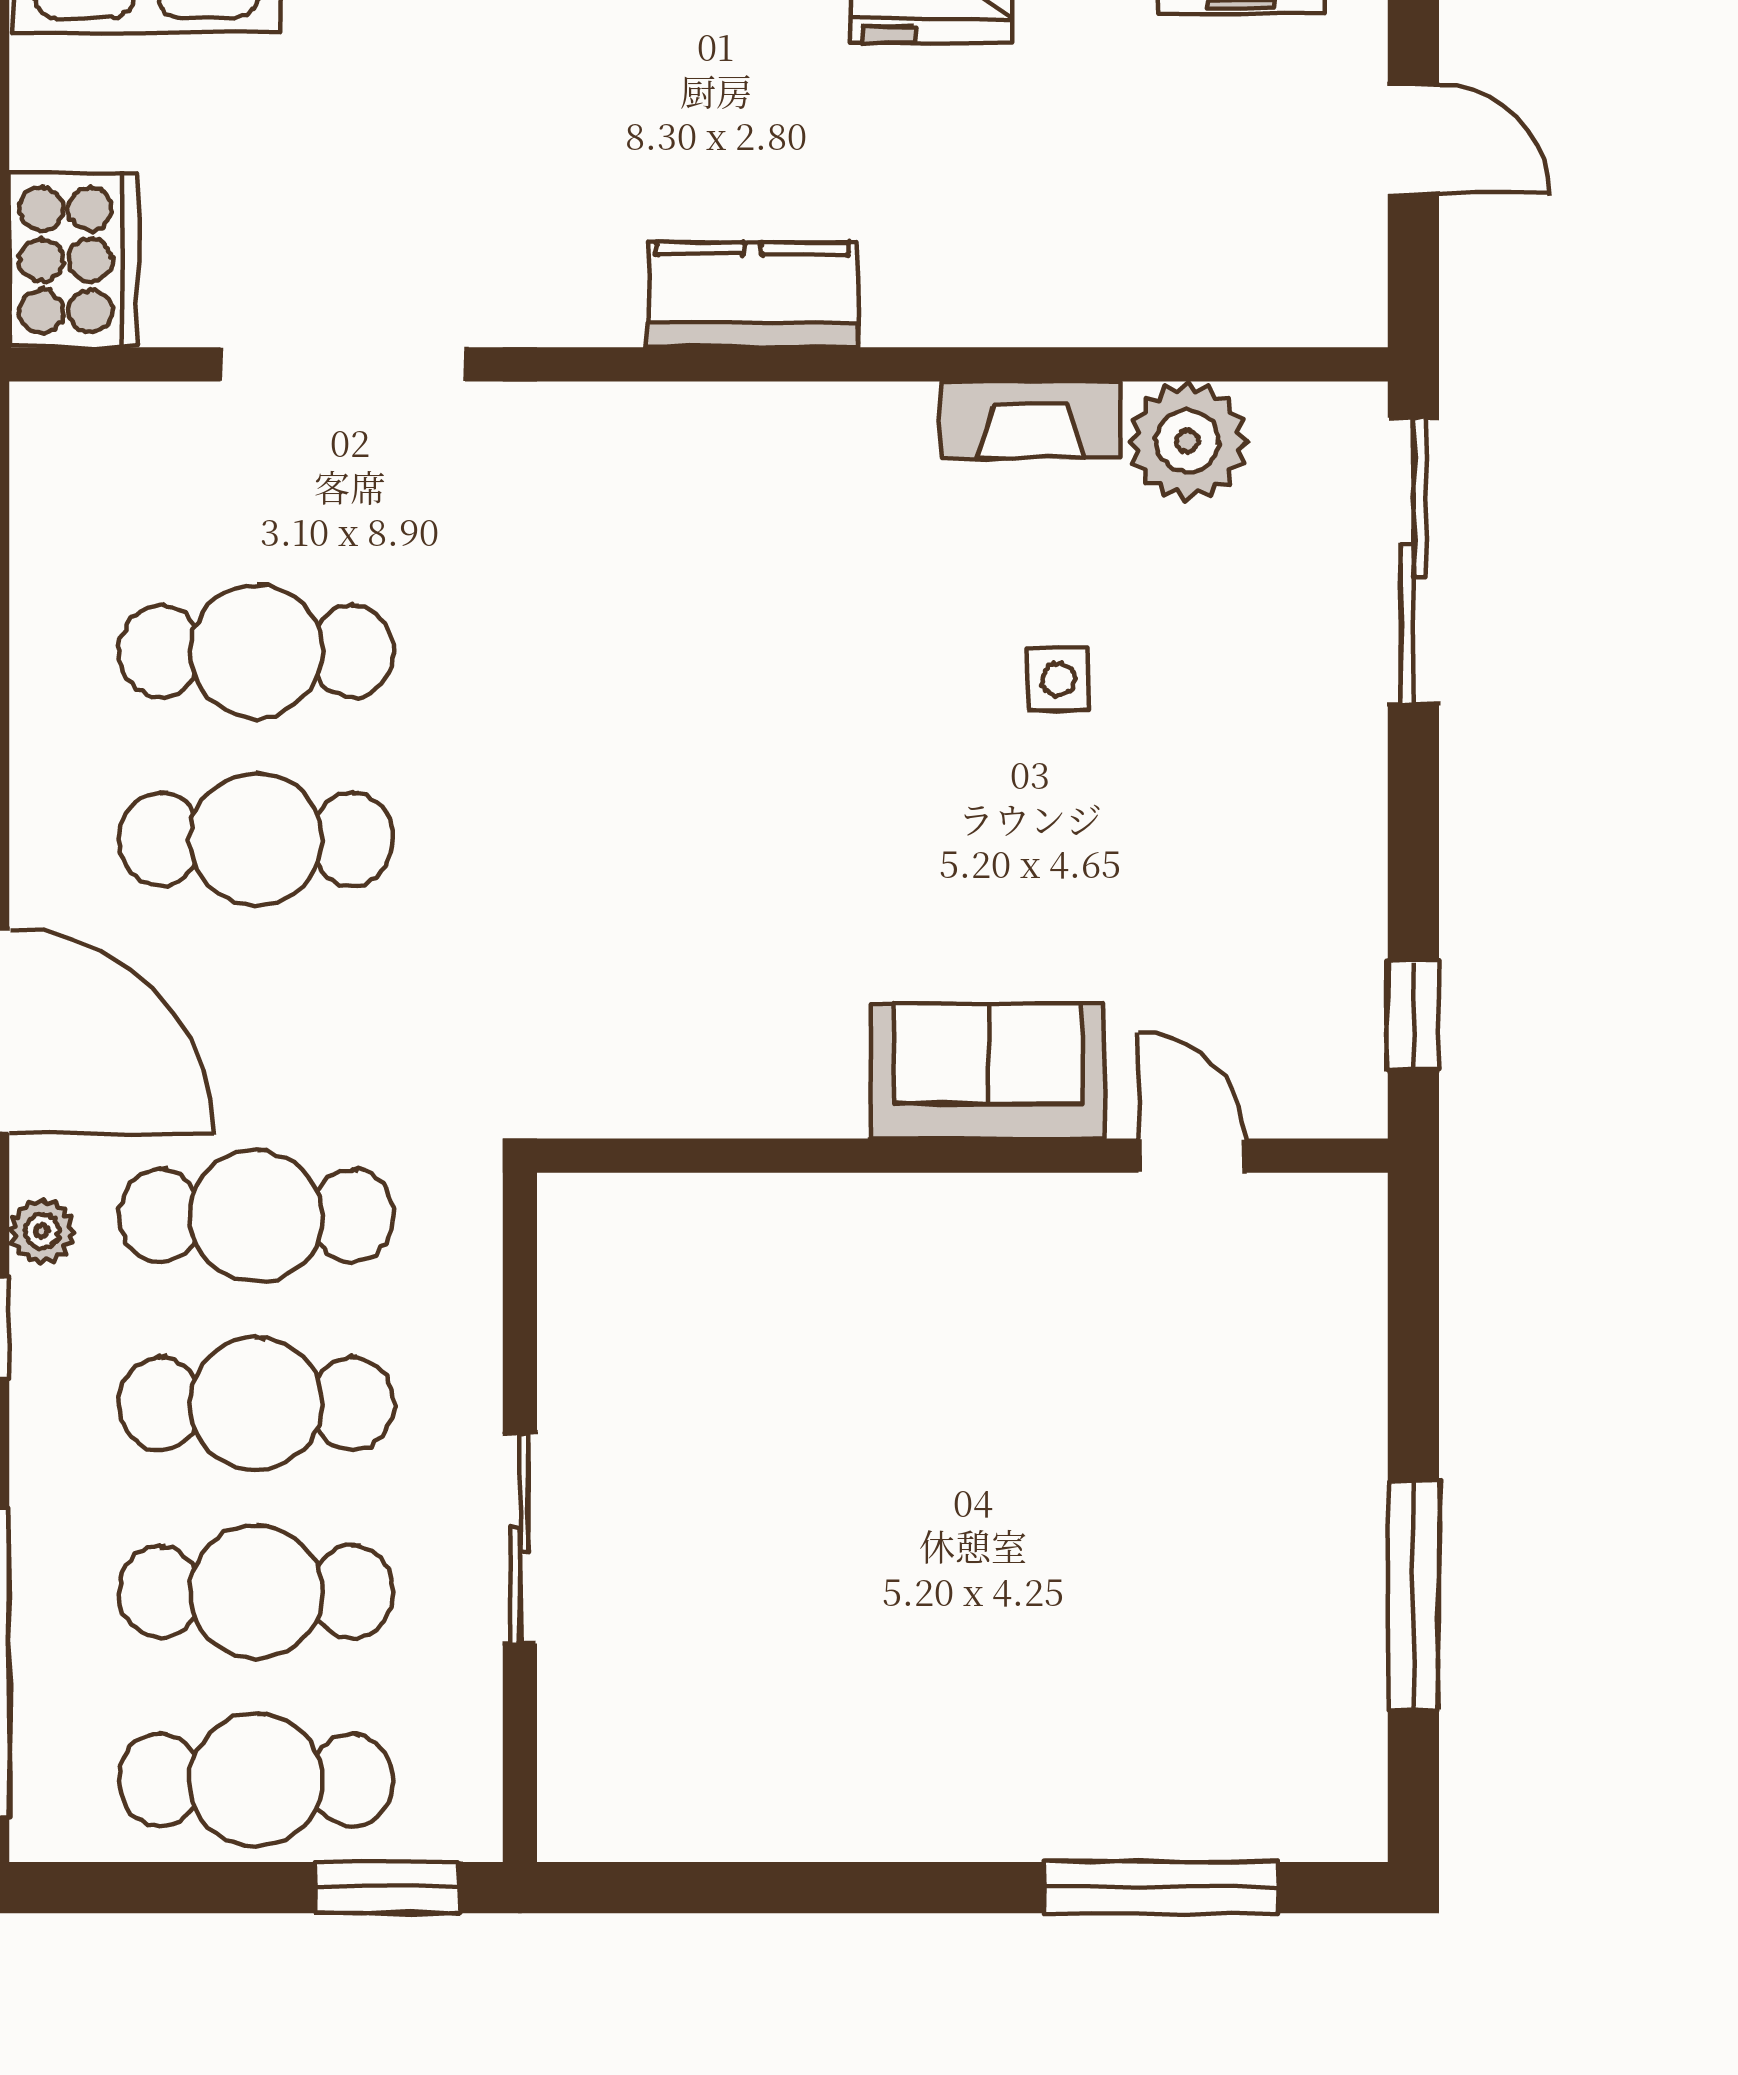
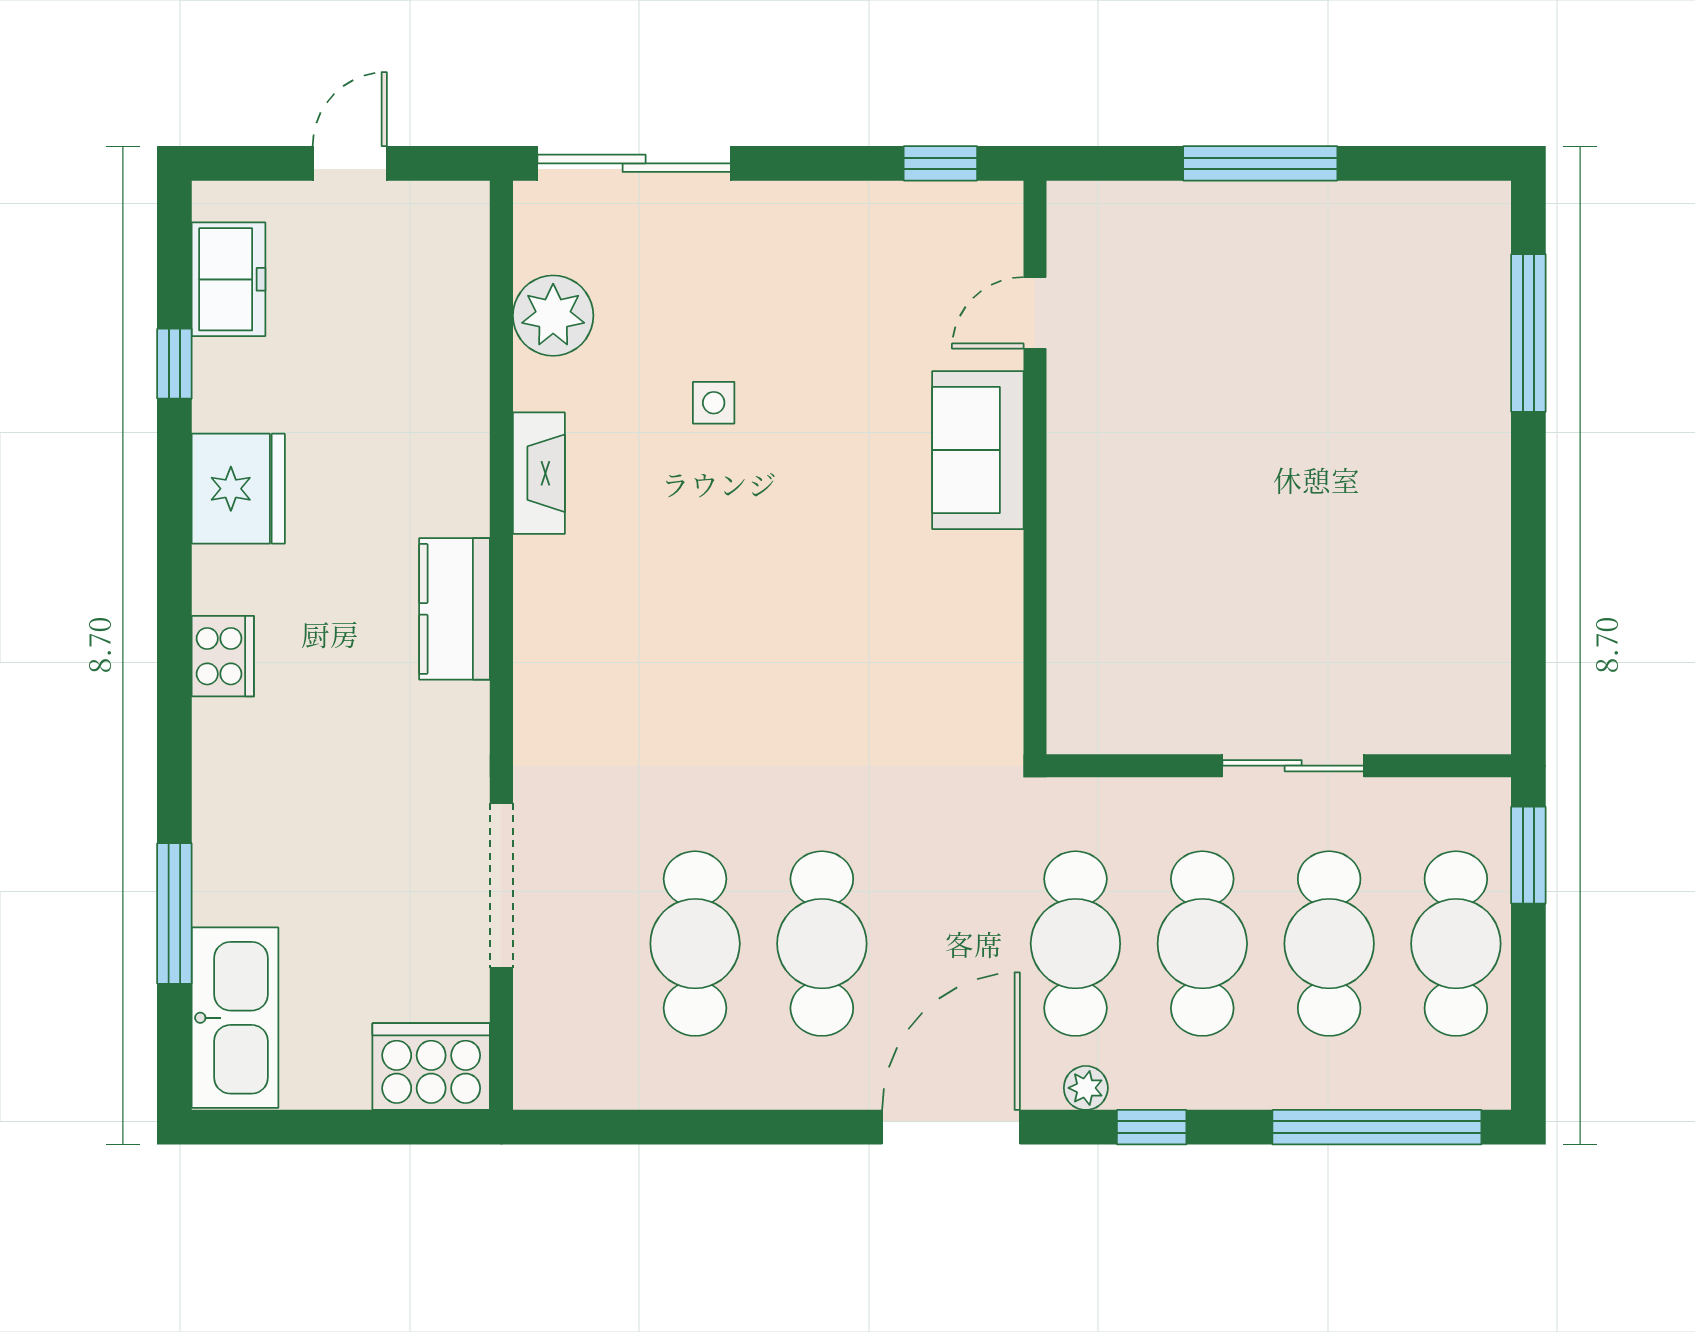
fireplace: (1031, 420) -> (539, 473), moved
window: (1413, 1595) -> (1260, 163), moved

